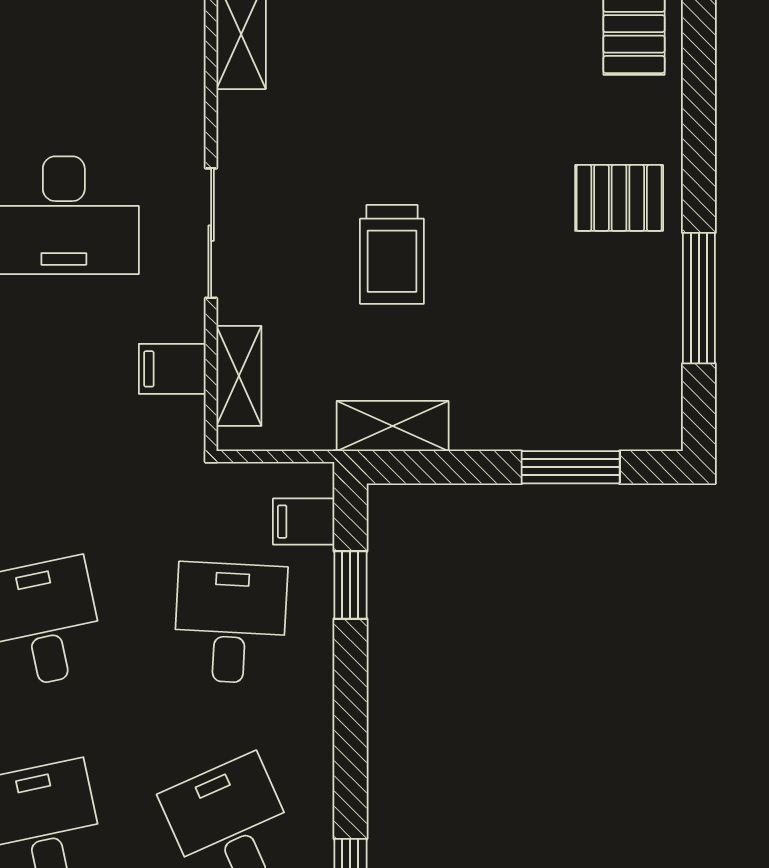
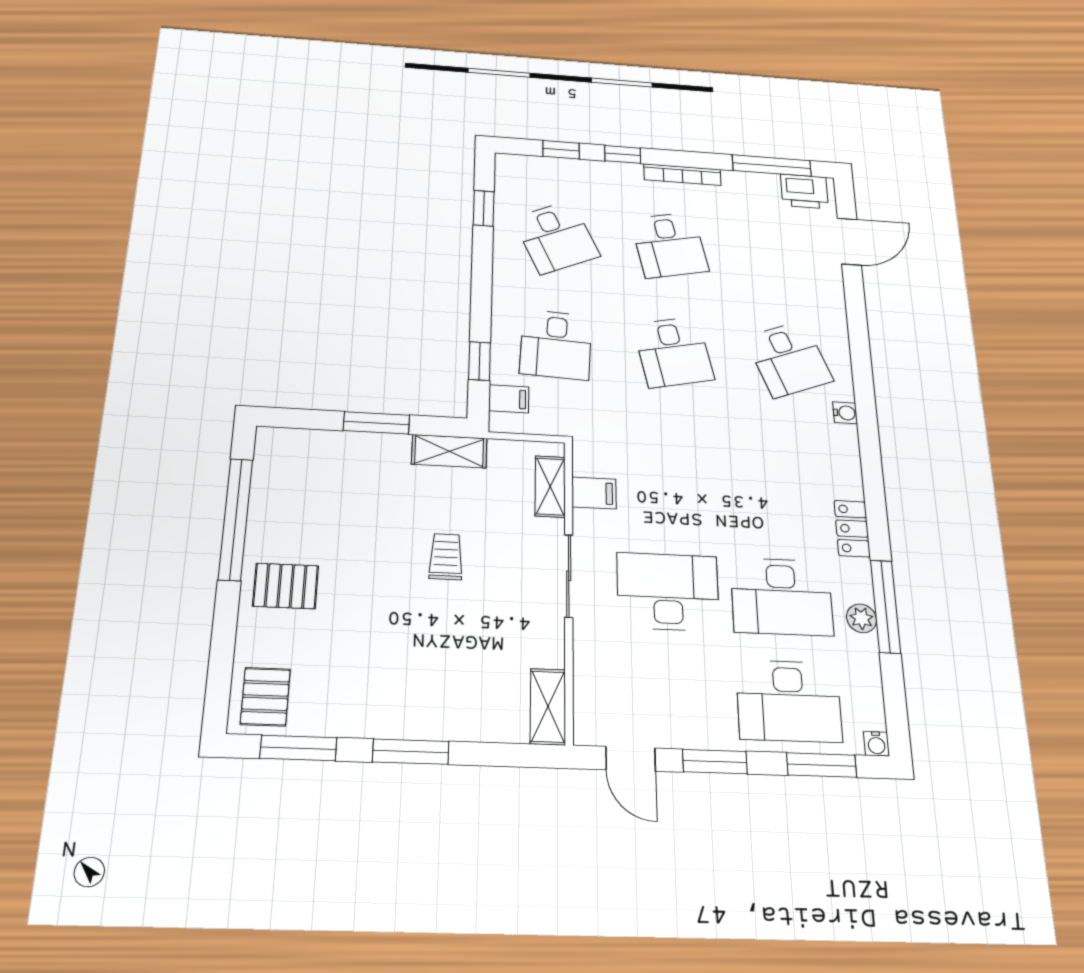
trolley: (392, 254) -> (446, 557), width x0.73, depth x0.72
window: (699, 298) -> (236, 519), width x1.46
window: (571, 467) -> (376, 423), moved

